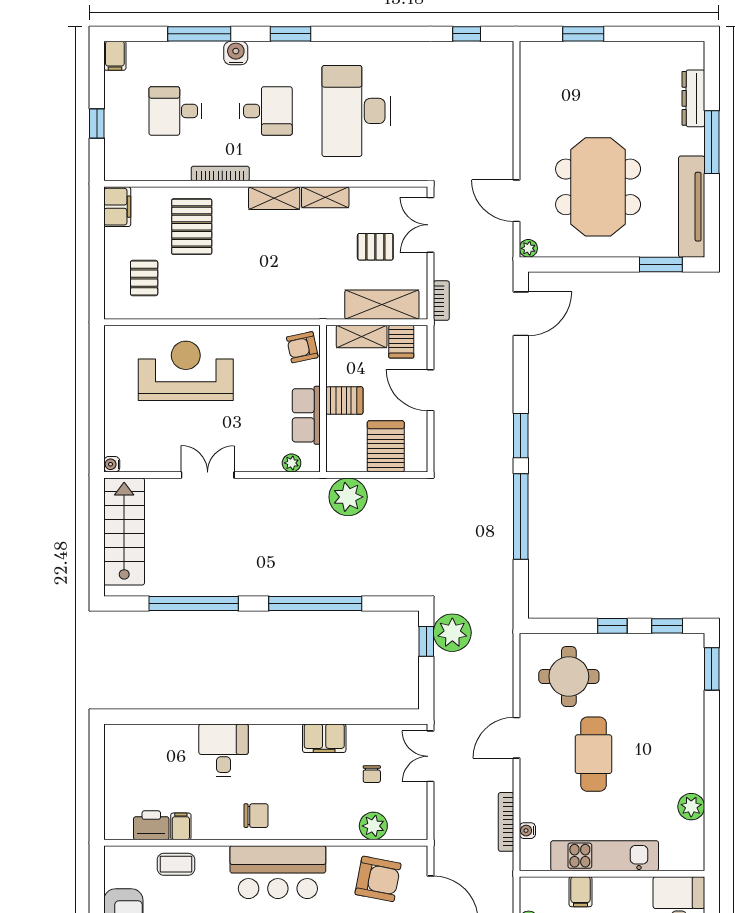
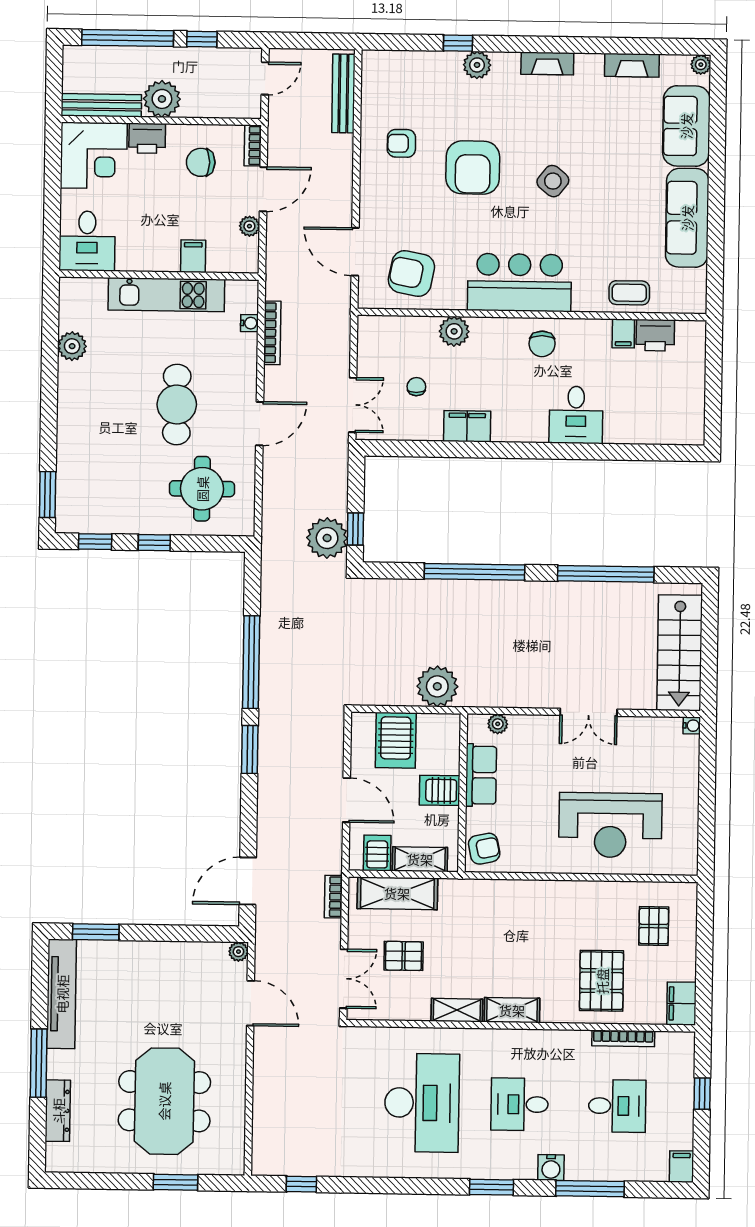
bookcase: (220, 173) -> (623, 1038), moved
meeting table: (598, 187) -> (164, 1101), moved
chair: (256, 816) -> (542, 344), turned -90
plant: (373, 826) -> (454, 331), moved

